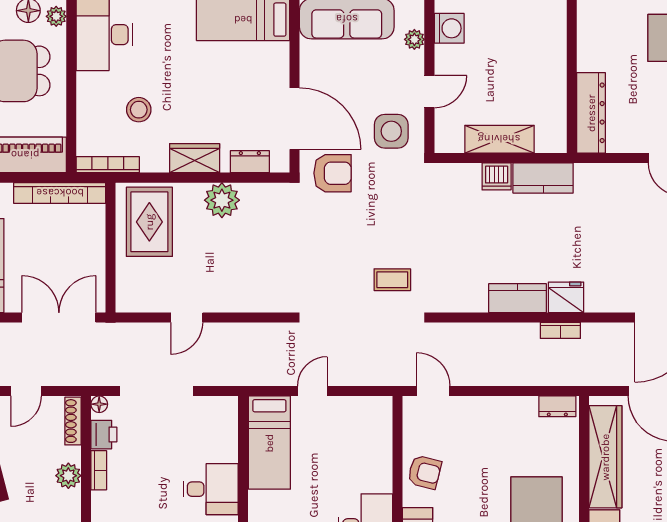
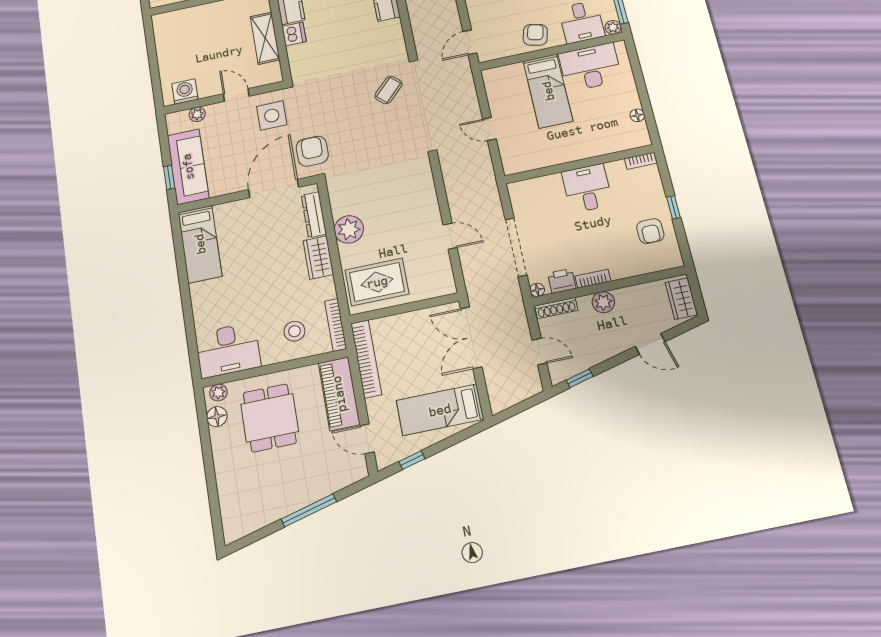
stool: (139, 110) -> (294, 331), moved
dresser: (250, 162) -> (314, 215), width x1.44
coffee table: (392, 280) -> (388, 90), turned 44
bed: (269, 443) -> (548, 91), moved, turned 90

